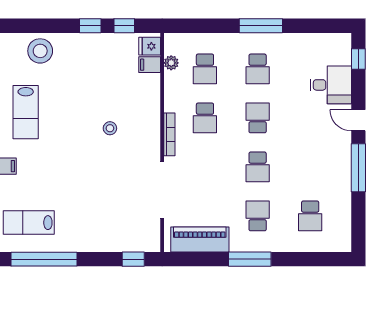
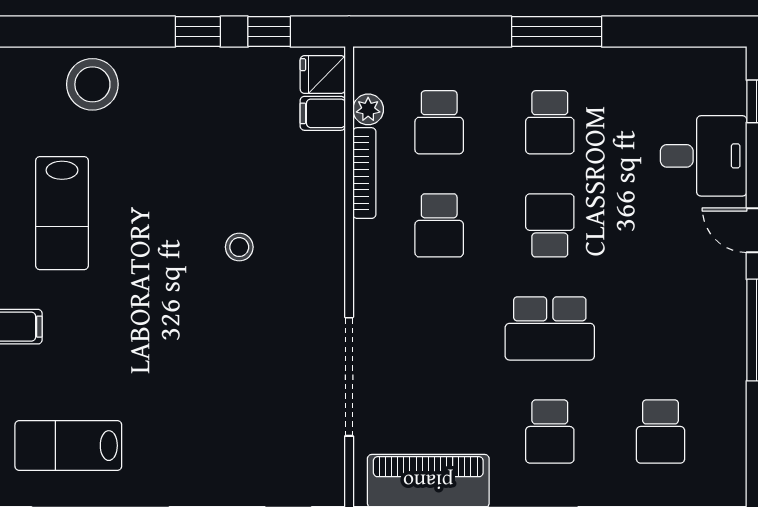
bookcase: (169, 134) -> (364, 173), moved
school desk: (258, 167) -> (550, 328), width x1.85
school desk: (258, 216) -> (550, 432), turned 180

